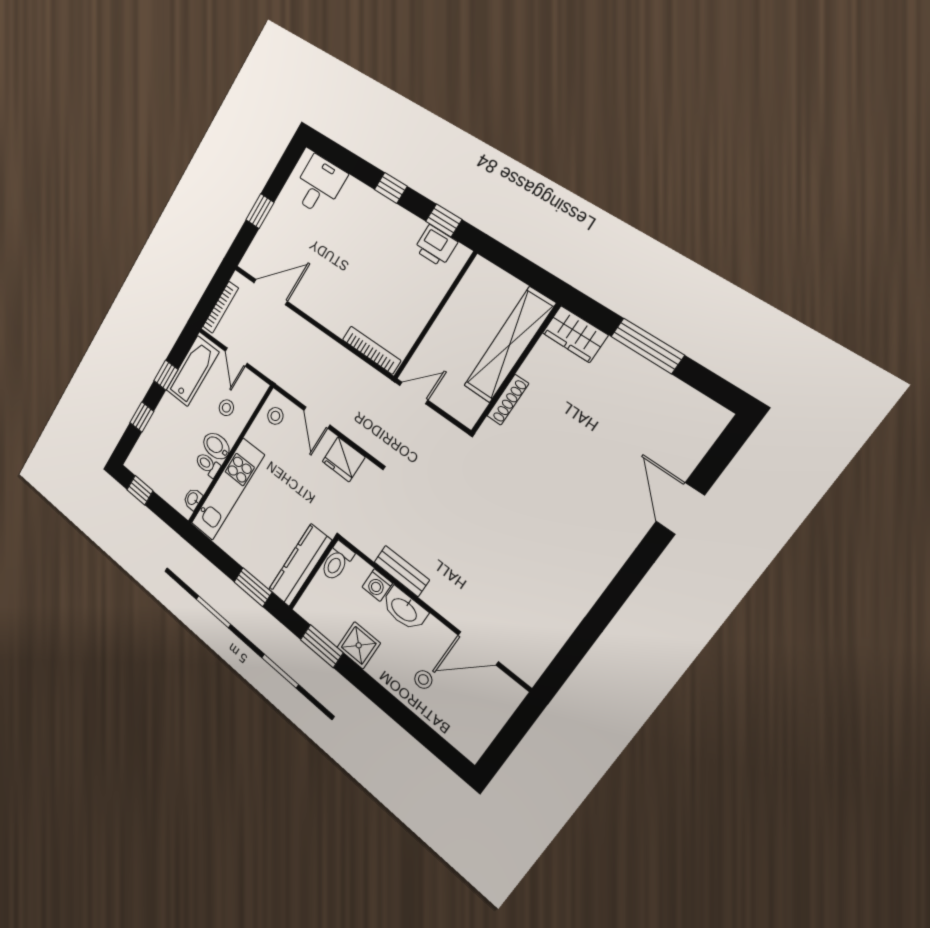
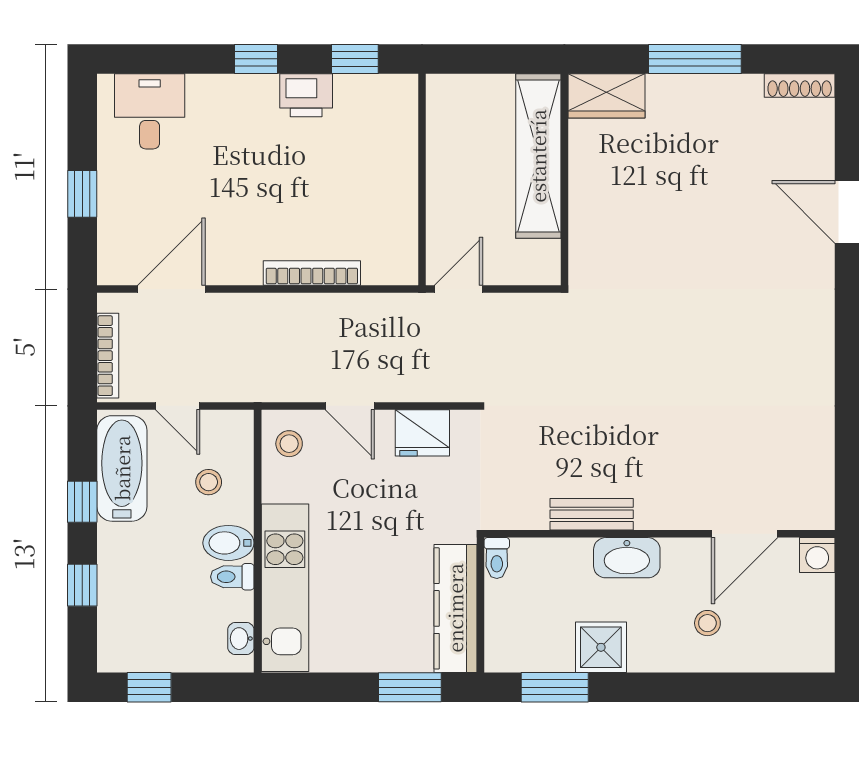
printer: (436, 246) -> (306, 95), moved
bookcase: (372, 350) -> (312, 273), moved
shoe rack: (508, 400) -> (800, 86), moved, turned 90
toilet: (337, 561) -> (497, 558), width x0.73, depth x0.72
washing machine: (377, 585) -> (817, 555), moved

